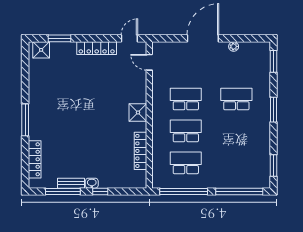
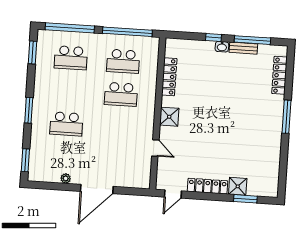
shower: (41, 50) -> (238, 186), moved
door: (149, 62) -> (155, 148), moved
school desk: (186, 99) -> (71, 58), moved

